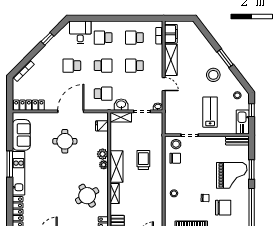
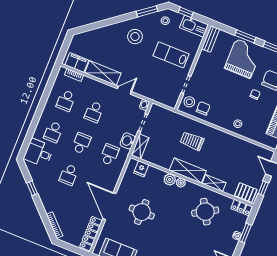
window: (225, 58) -> (147, 11), moved
door: (71, 111) -> (109, 206), moved

